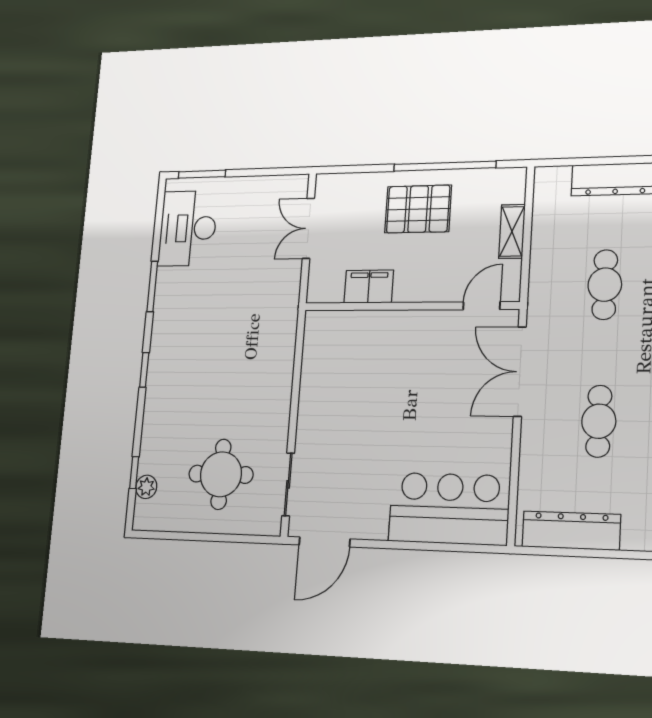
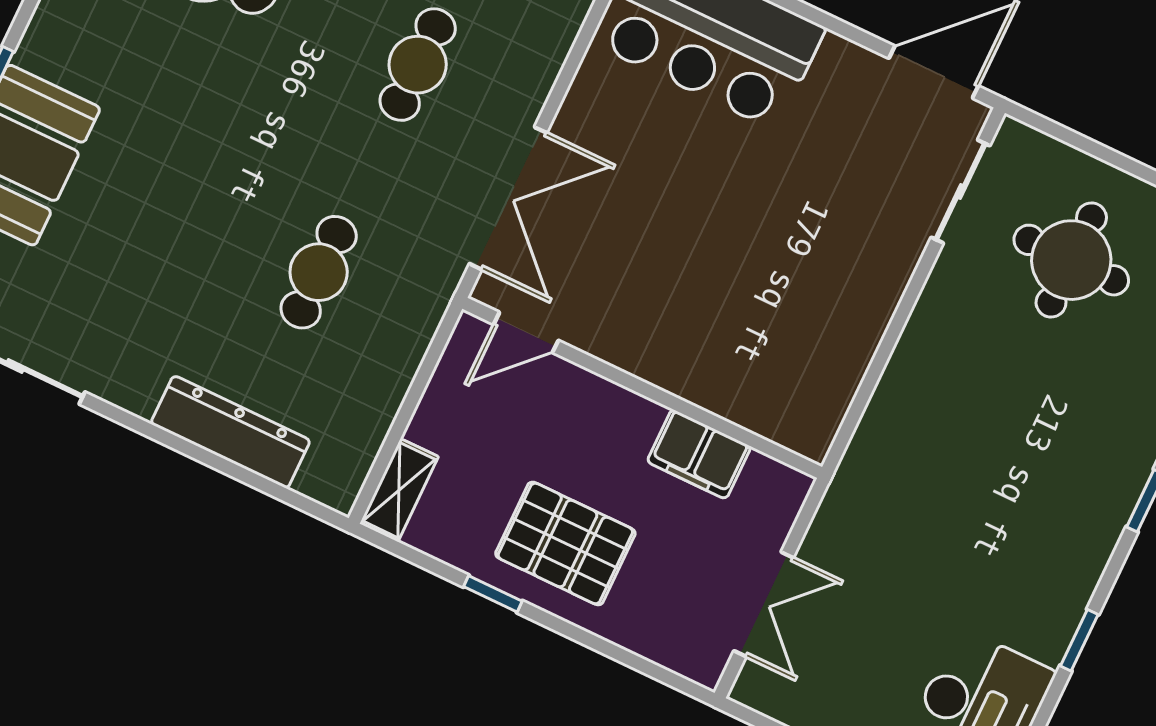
window: (445, 166) -> (493, 594), width x0.32
shelving: (512, 231) -> (399, 490), moved
window: (152, 286) -> (1079, 640), width x0.67

